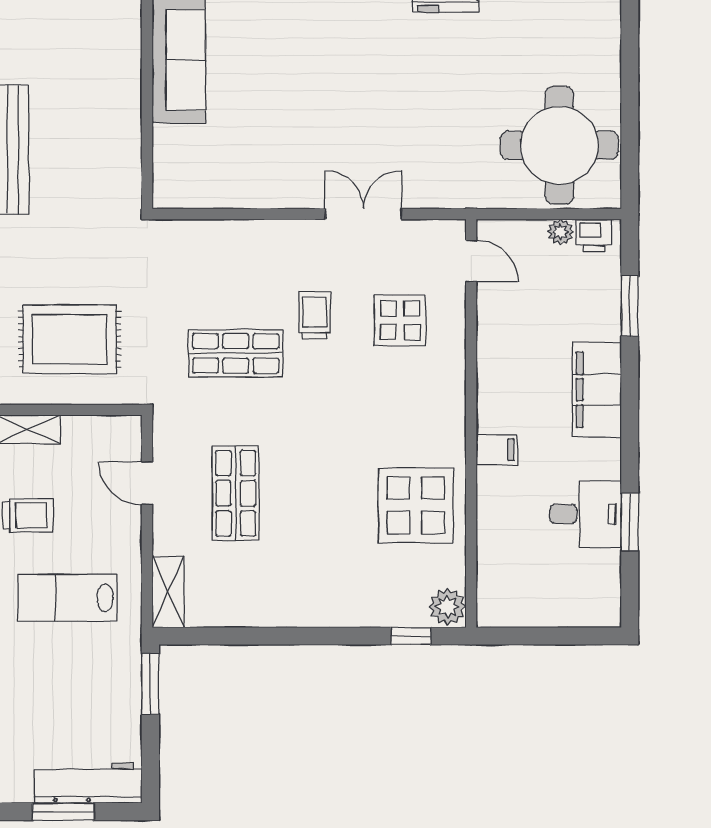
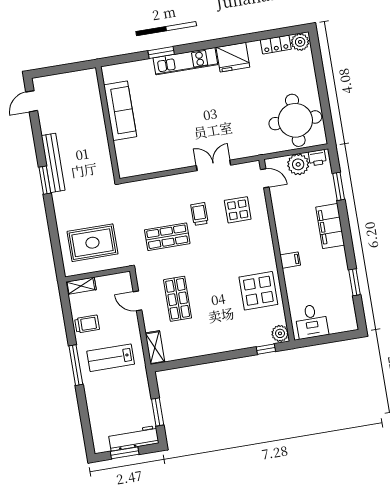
plant: (560, 232) -> (298, 164), width x1.87, depth x1.87
desk: (585, 514) -> (312, 321), moved, turned 90
window: (150, 684) -> (158, 412), moved

